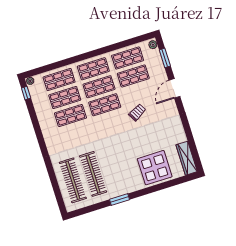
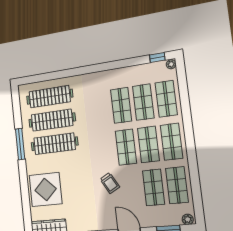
clothes rail: (113, 168) -> (54, 144), added
window: (120, 200) -> (20, 144), width x1.44

